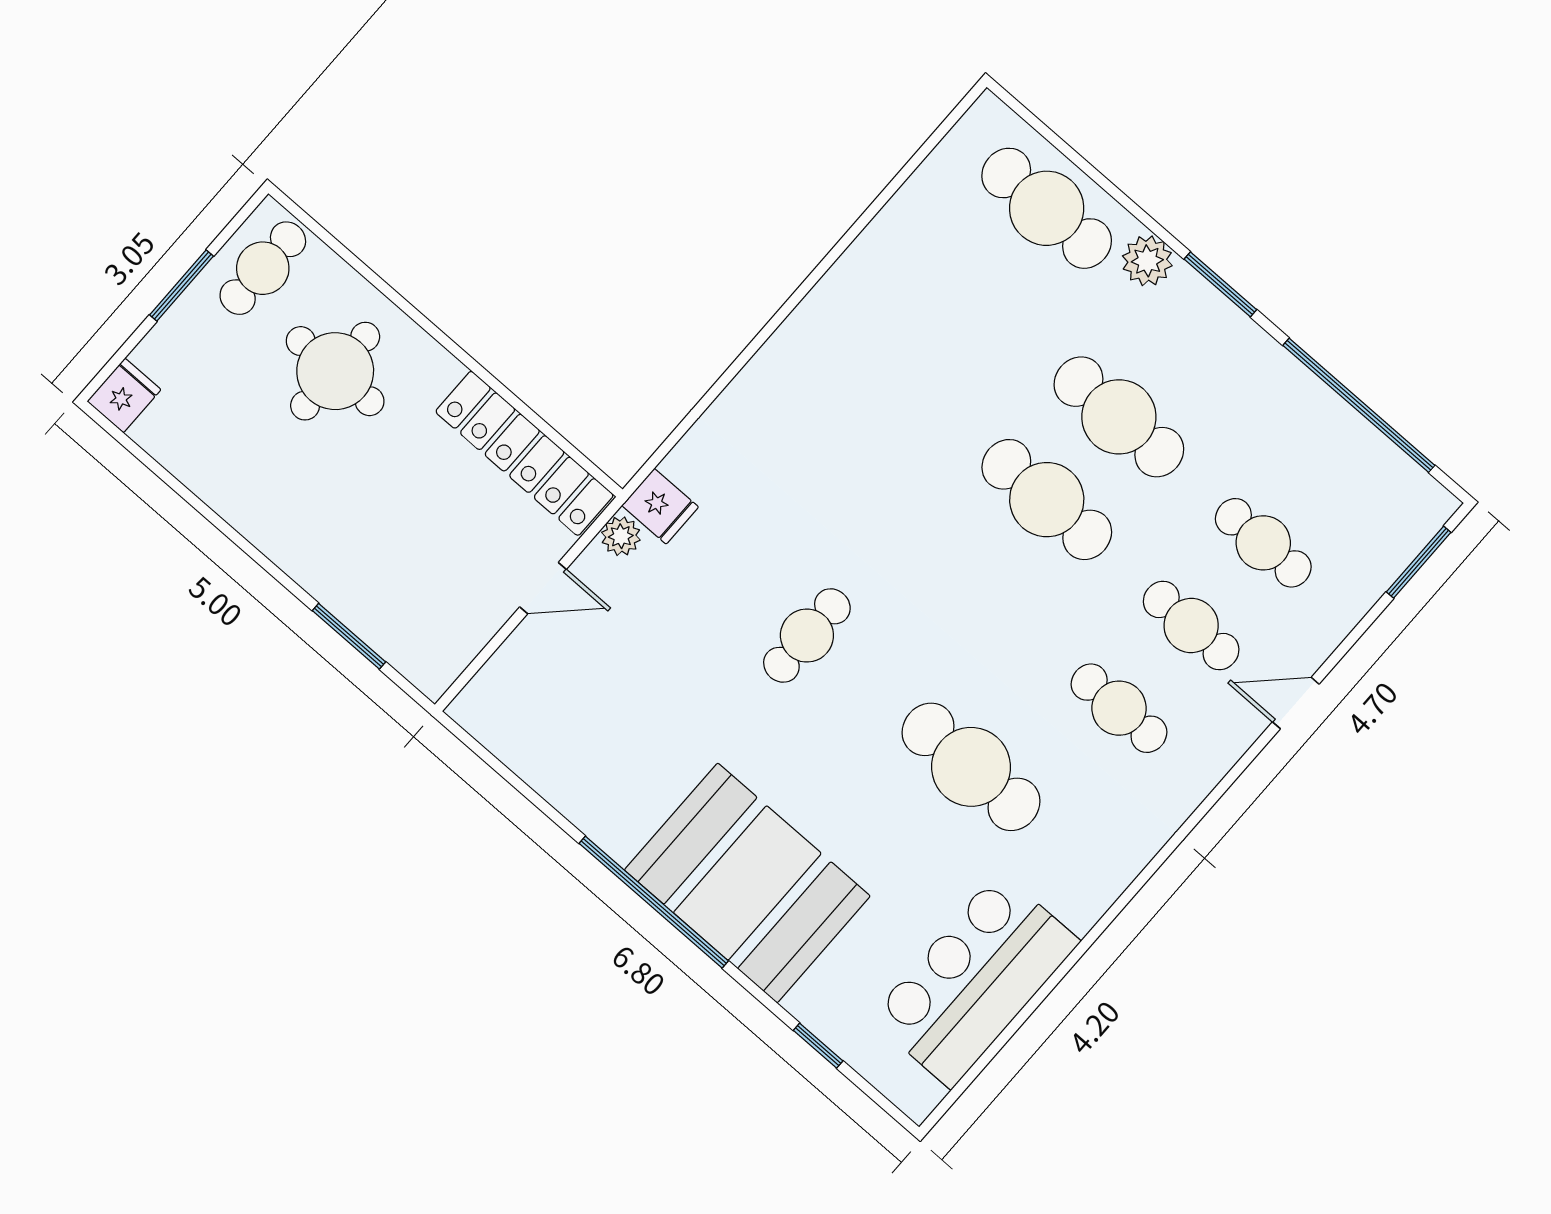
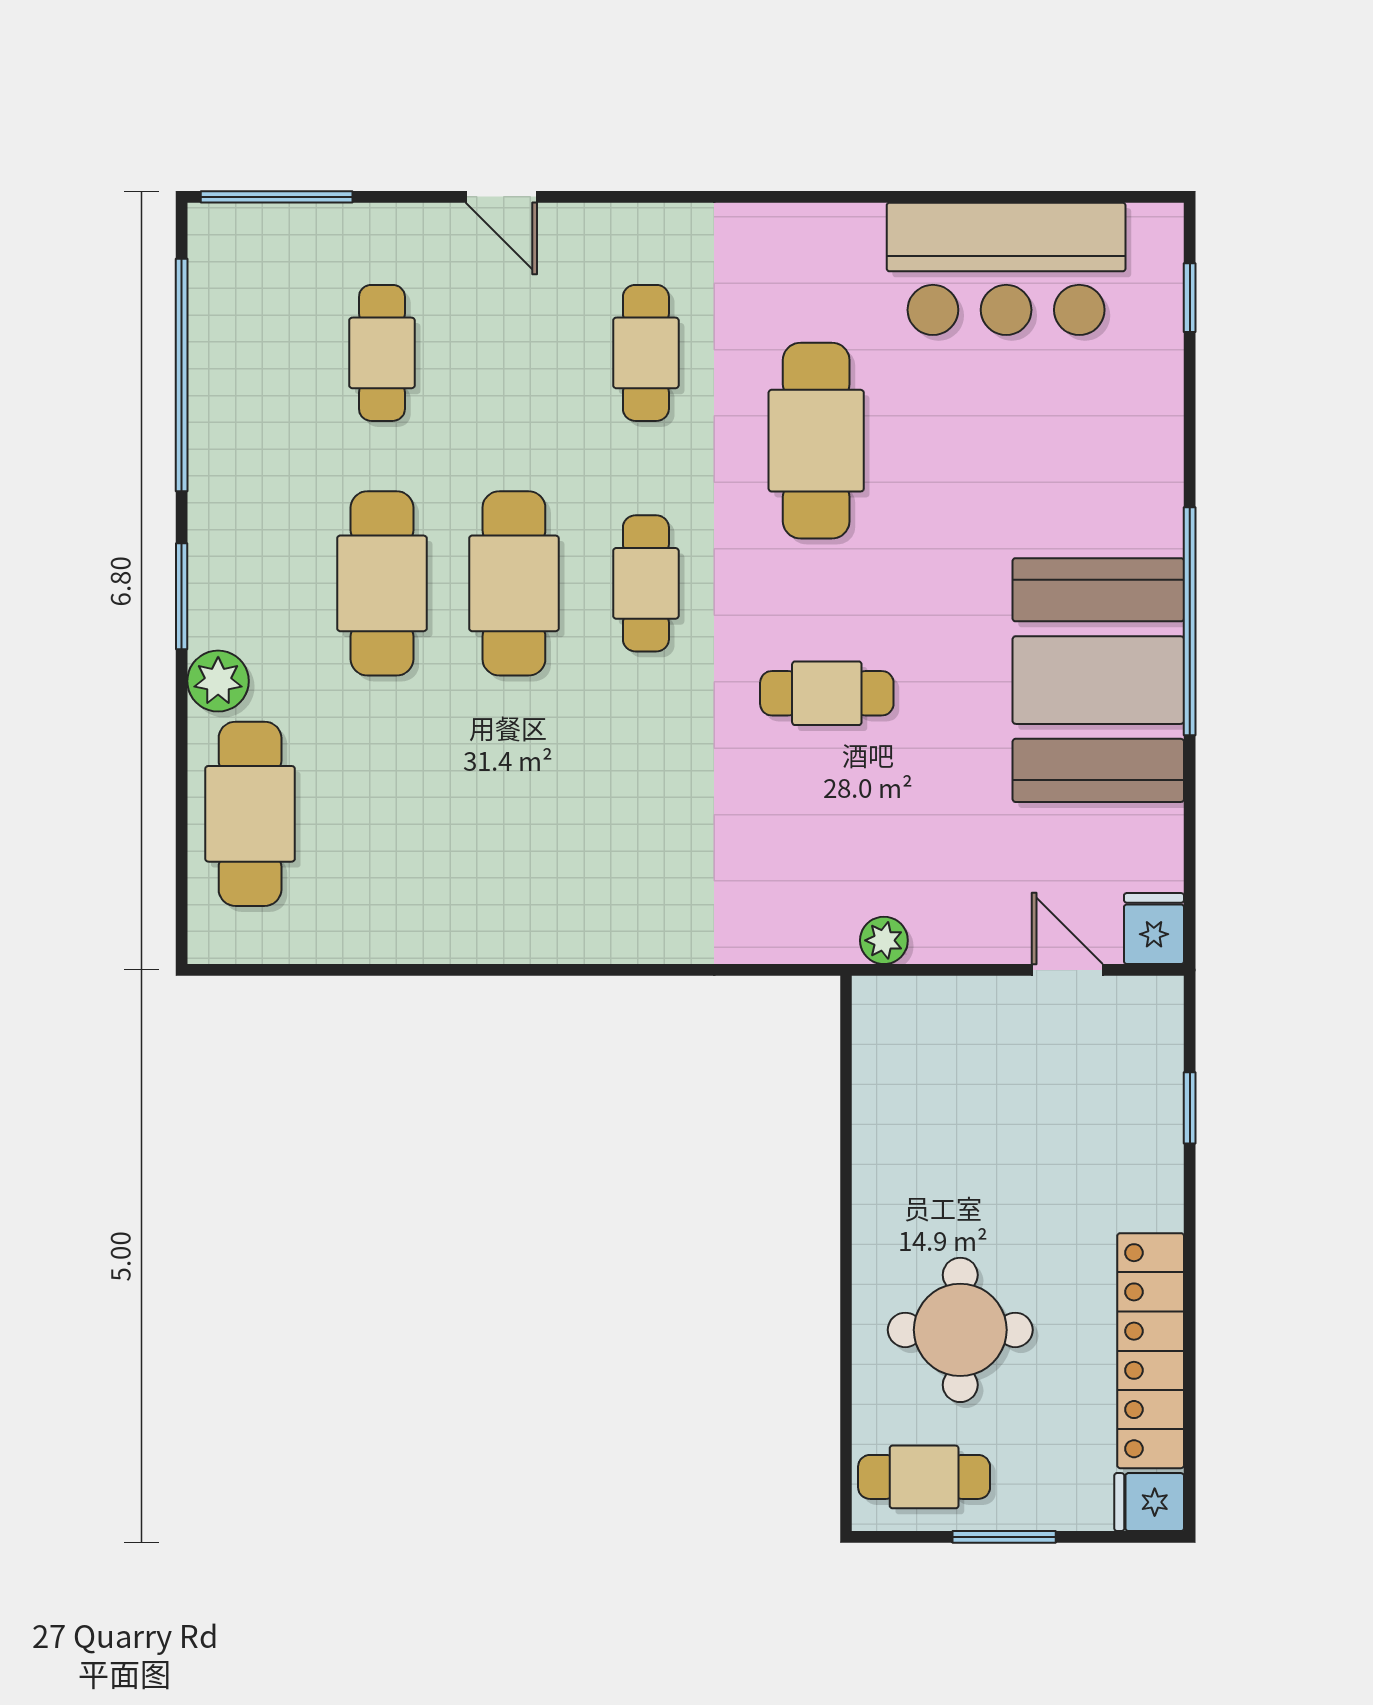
locker: (525, 453) -> (1151, 1351), moved, turned 180
fridge: (660, 506) -> (1154, 929), moved
window: (1419, 562) -> (277, 197), width x1.44
door: (543, 588) -> (1067, 970), moved
cafe table: (1191, 625) -> (646, 583), moved
window: (349, 636) -> (1190, 1108), width x0.67
booth: (747, 883) -> (1098, 680), moved
window: (818, 1046) -> (1190, 298), moved

